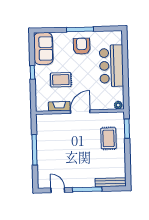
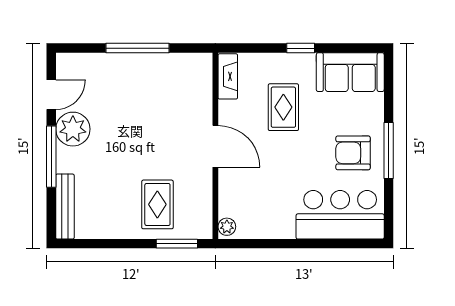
armchair: (82, 46) -> (353, 153), turned 180
bar counter: (111, 66) -> (340, 215), moved
fireplace: (59, 106) -> (228, 76), moved
rug: (109, 138) -> (157, 204), turned 90
plant: (74, 179) -> (73, 129), added

